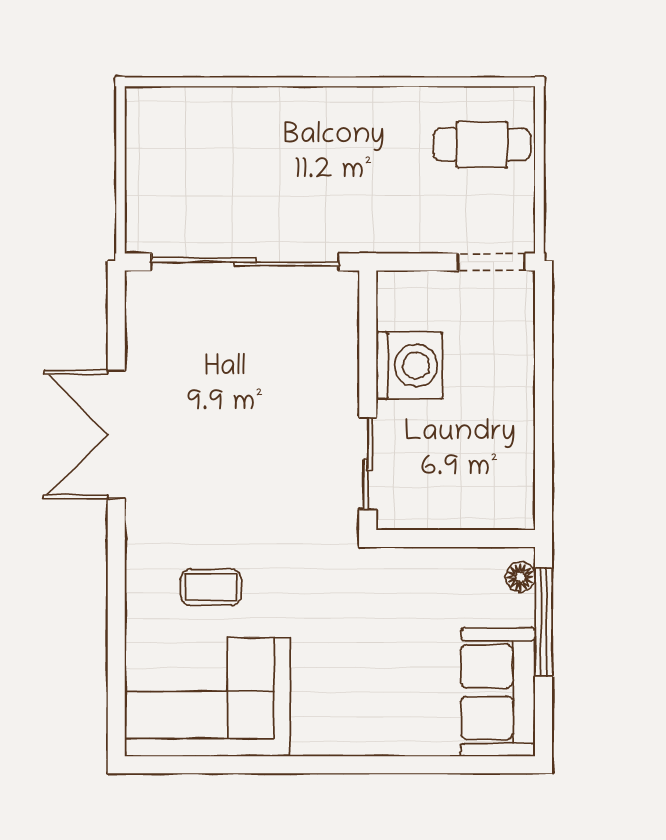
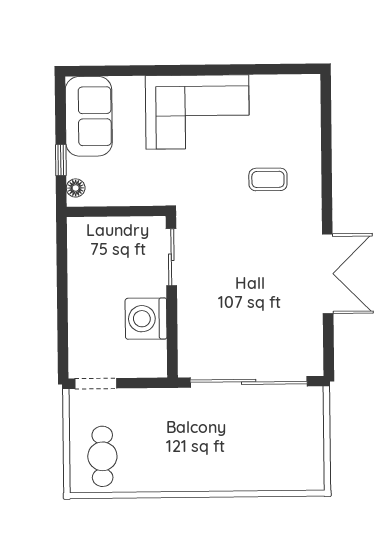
cafe table: (482, 145) -> (102, 456), turned 90
window: (544, 622) -> (61, 160), width x0.46
corner sofa: (208, 697) -> (197, 112), moved

